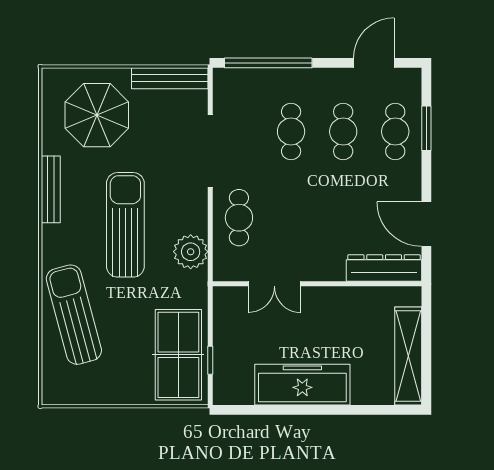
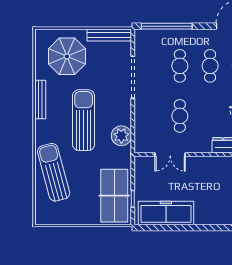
cafe table: (239, 218) -> (180, 116), moved
freezer: (302, 385) -> (166, 213), moved

